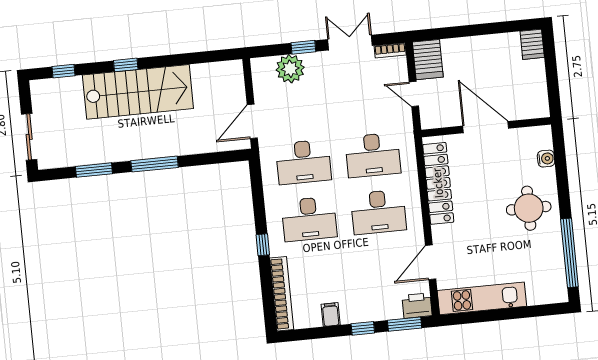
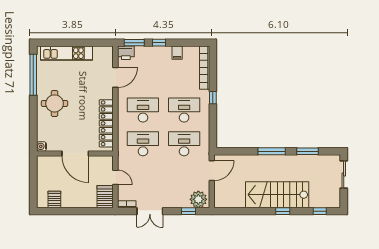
server rack: (532, 44) -> (54, 199), moved
window: (303, 47) -> (188, 211), moved
plant: (290, 69) -> (198, 199), moved
water cooler: (546, 159) -> (41, 146), moved
kitchen unit: (482, 298) -> (67, 53), moved

